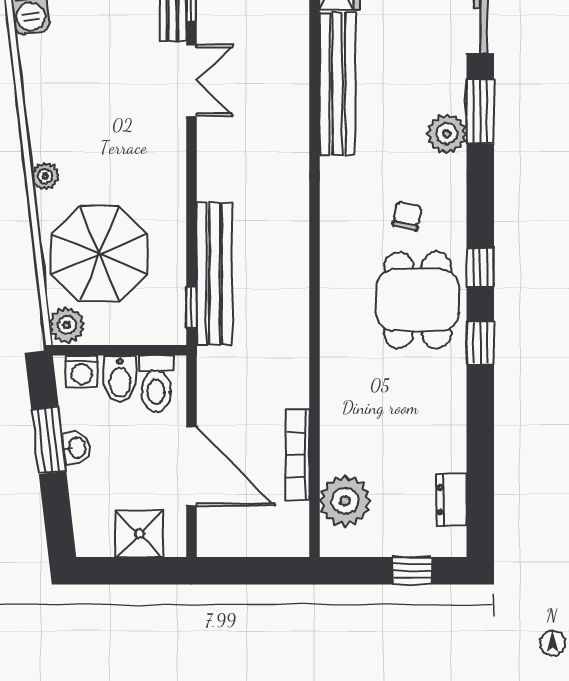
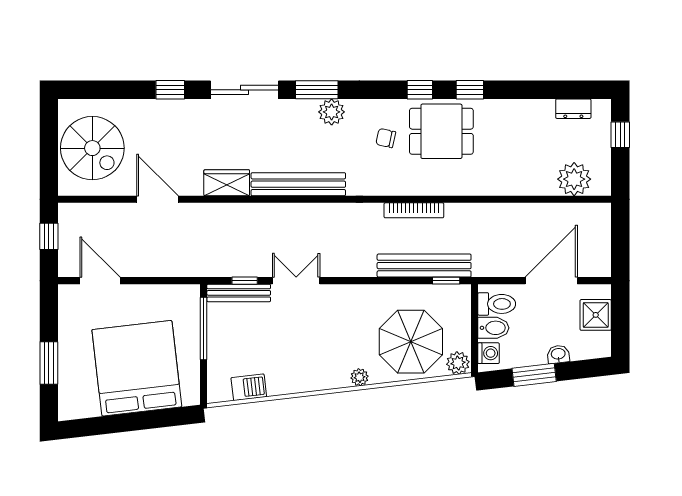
washbasin: (76, 448) -> (558, 354), moved
bookcase: (298, 455) -> (414, 210), moved

